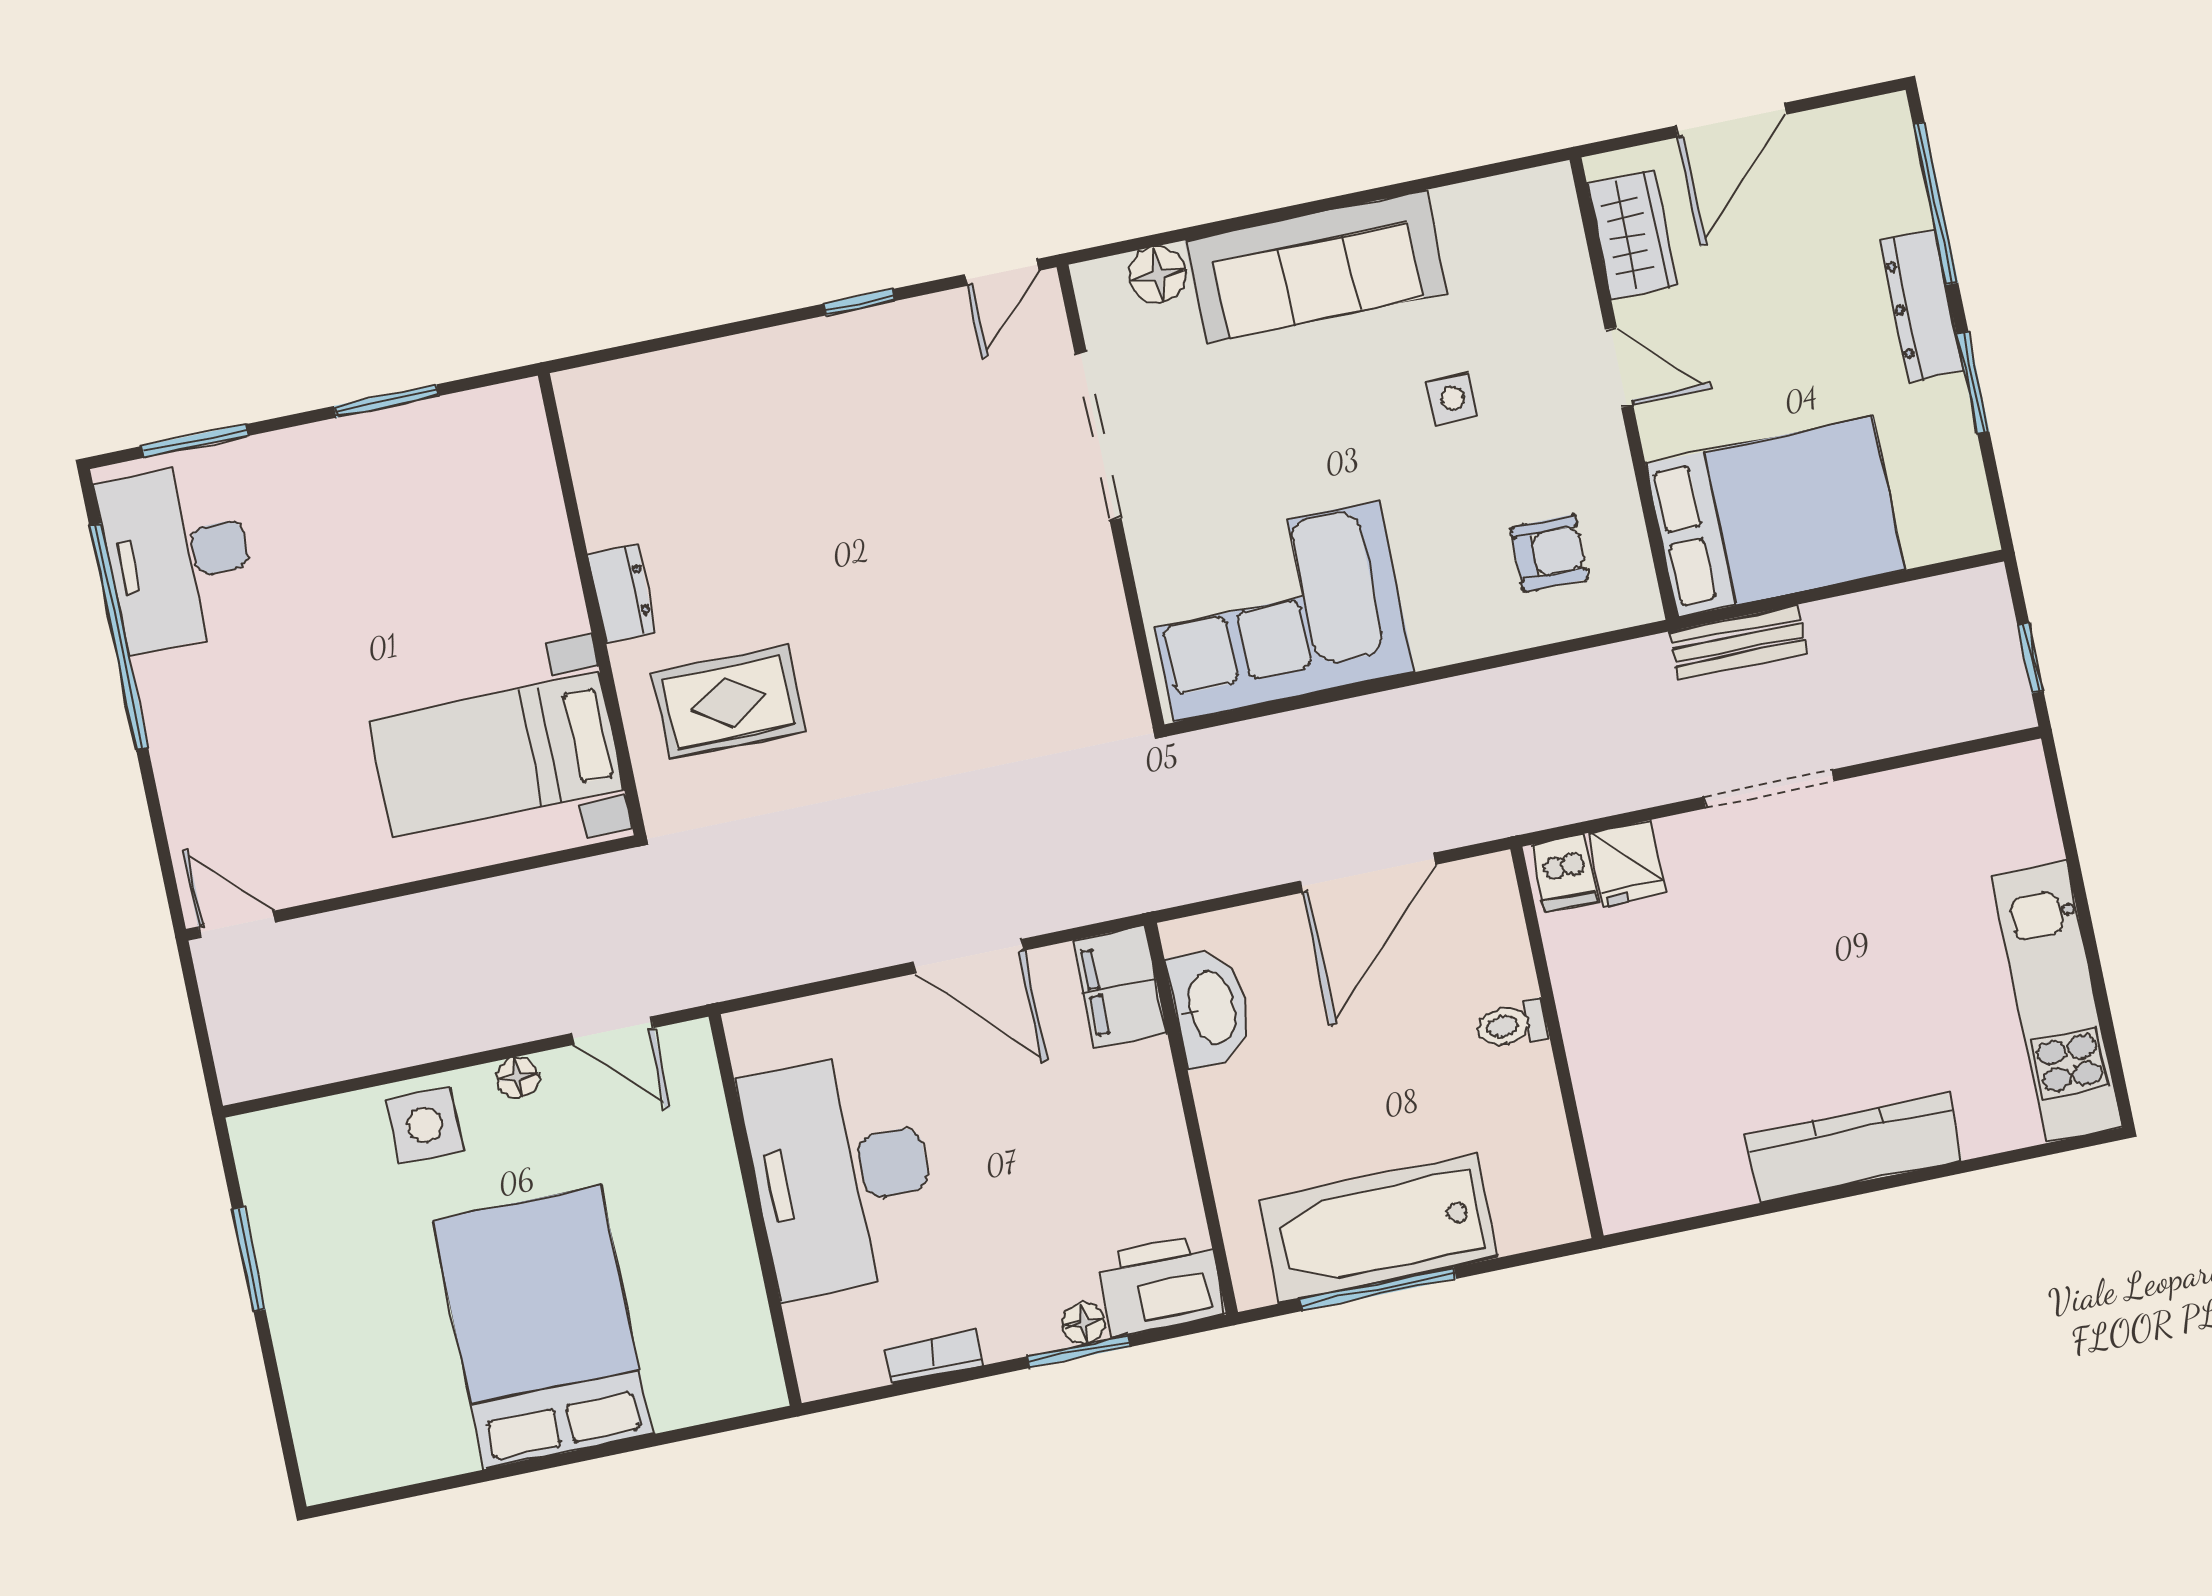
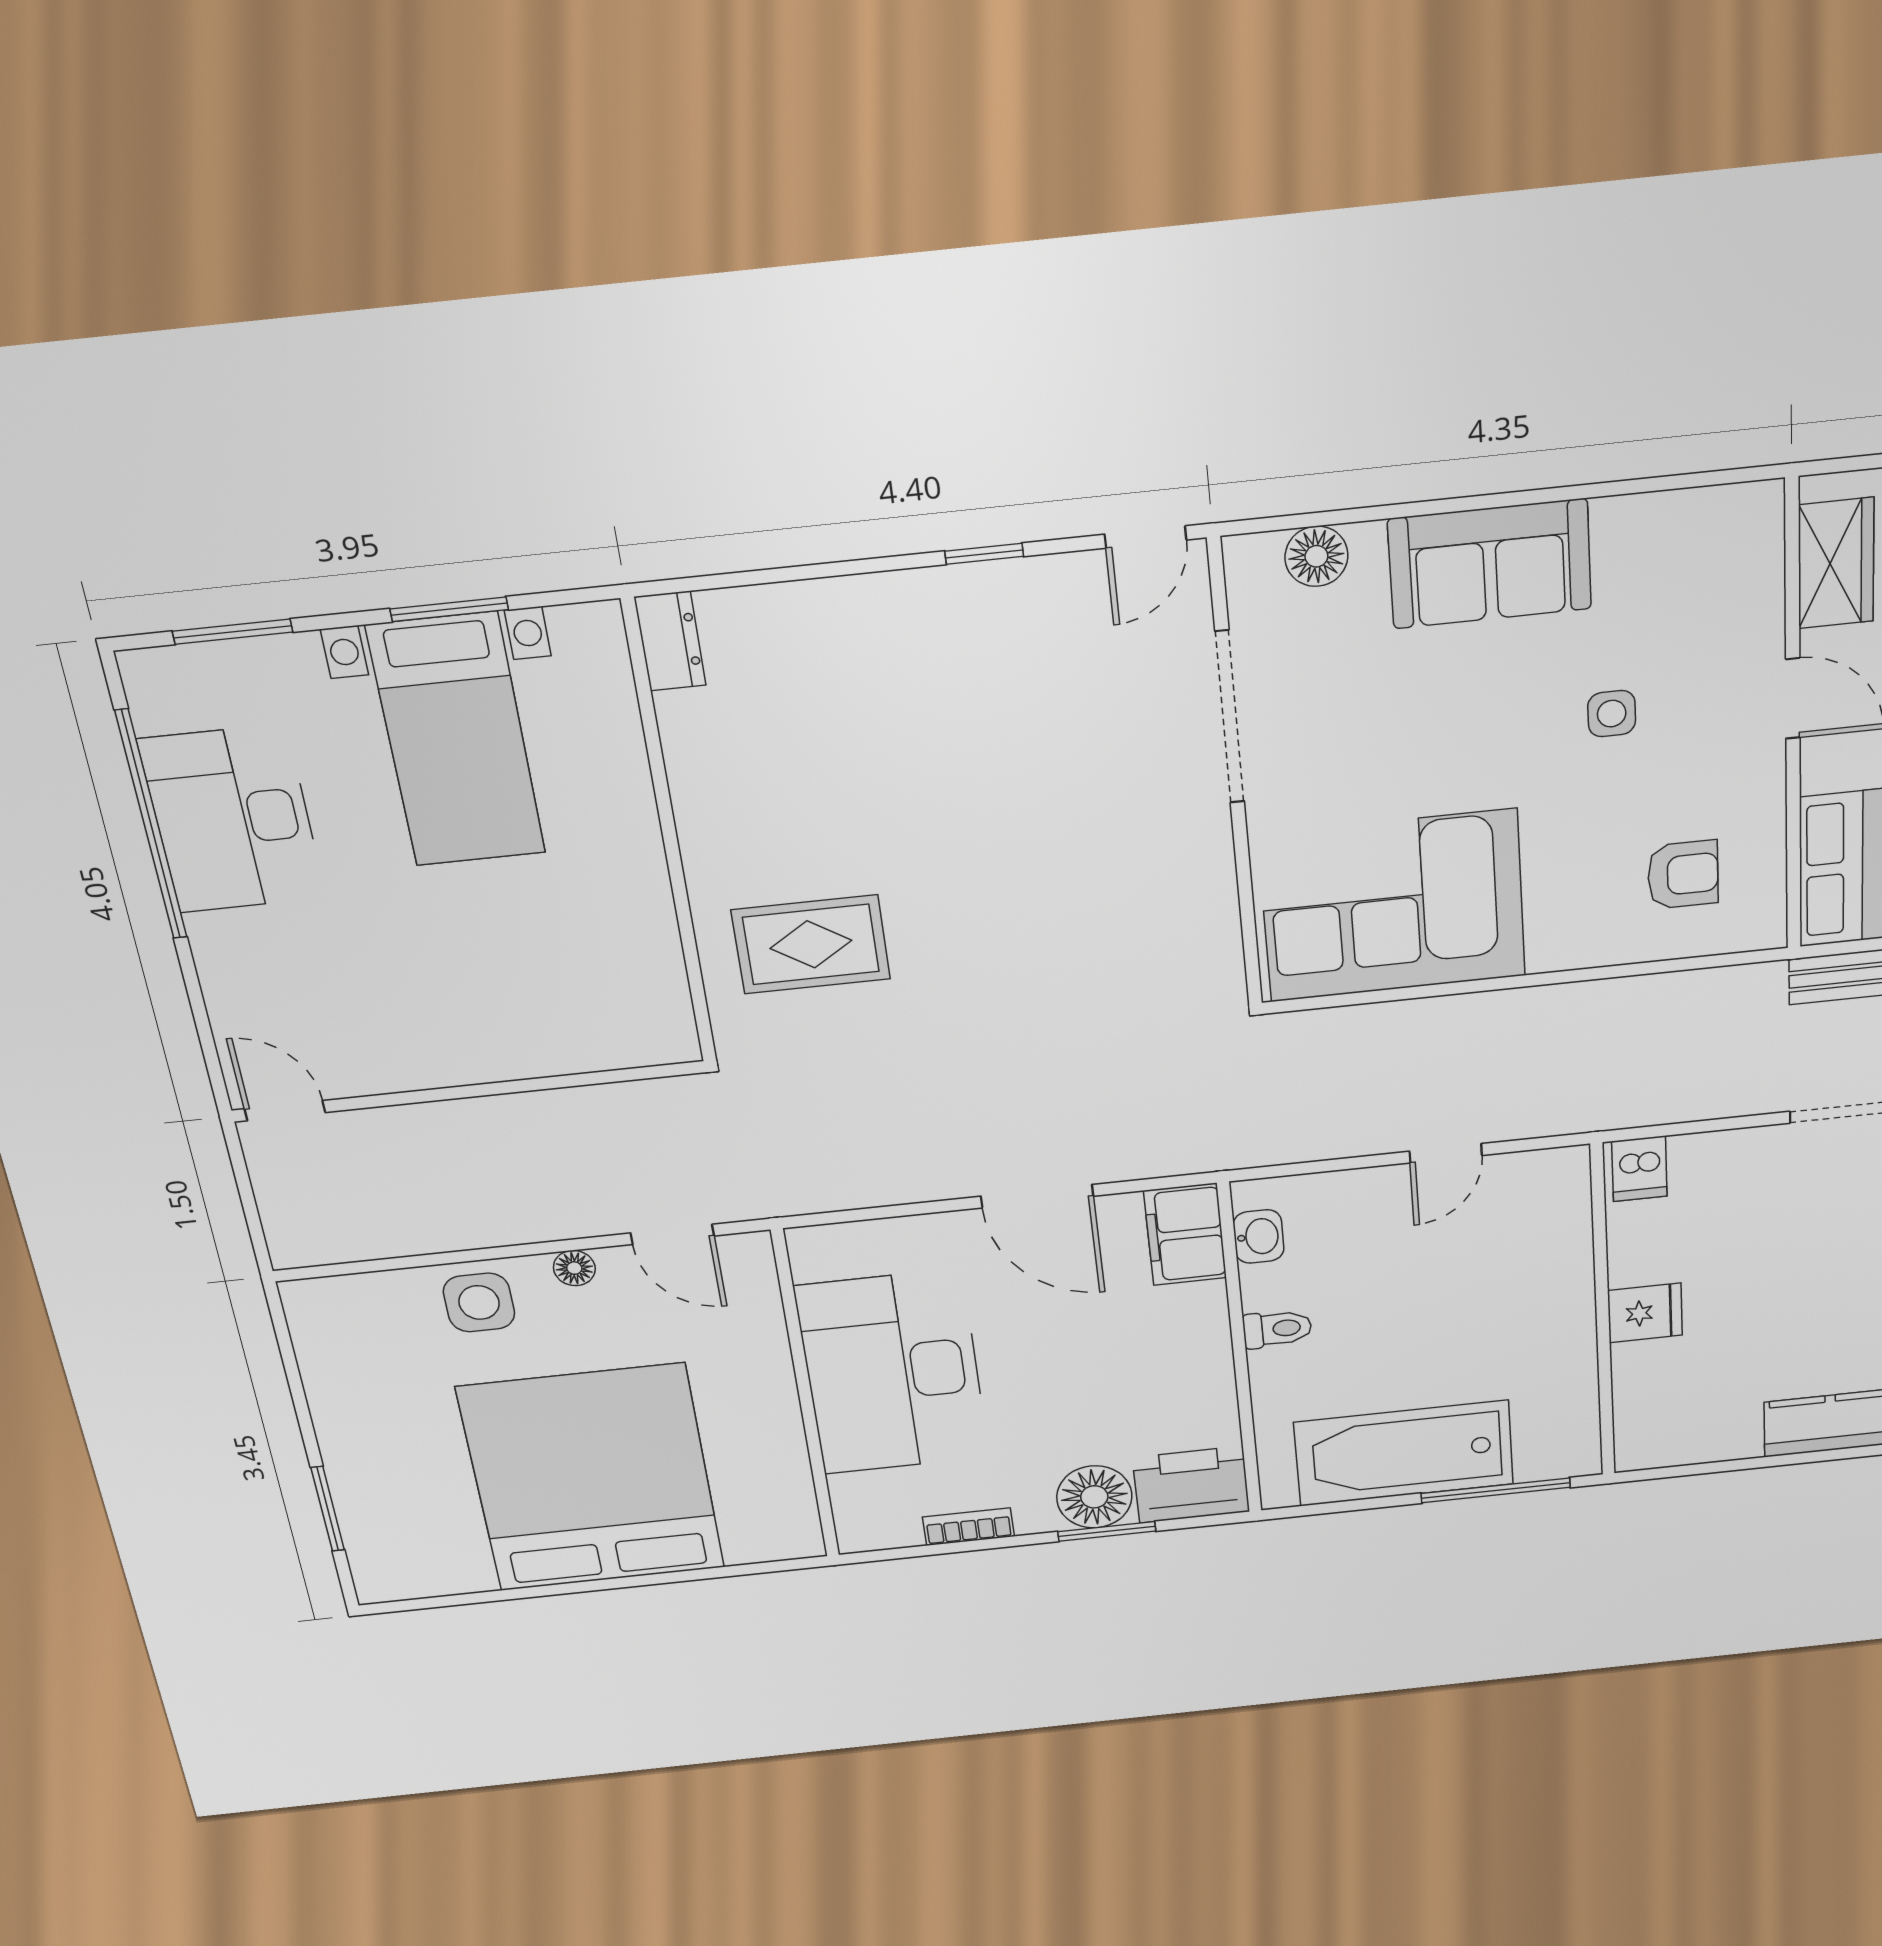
sofa: (1316, 267) -> (1490, 564), width x0.73
desk: (178, 556) -> (232, 819), moved
dresser: (622, 593) -> (670, 641), moved
bed with nightstands: (496, 755) -> (456, 740), moved, turned -90
fridge: (1627, 863) -> (1645, 1313), moved, turned -90
door: (1368, 873) -> (1446, 1153), width x0.53
washbasin: (1210, 1008) -> (1259, 1236), width x0.52, depth x0.69
toilet: (1512, 1025) -> (1277, 1329), moved, turned 180
window: (249, 1259) -> (328, 1509), moved
window: (1378, 1289) -> (1496, 1490), moved
floor lamp: (1083, 1323) -> (1094, 1497), width x1.89, depth x1.89
bed: (543, 1327) -> (592, 1478), width x1.36

